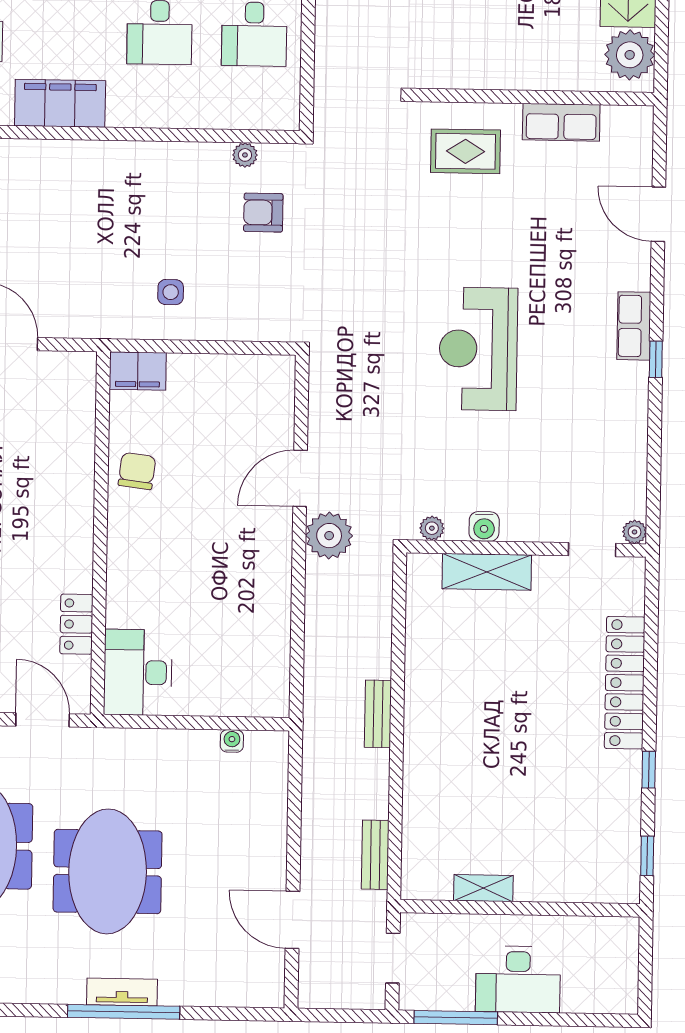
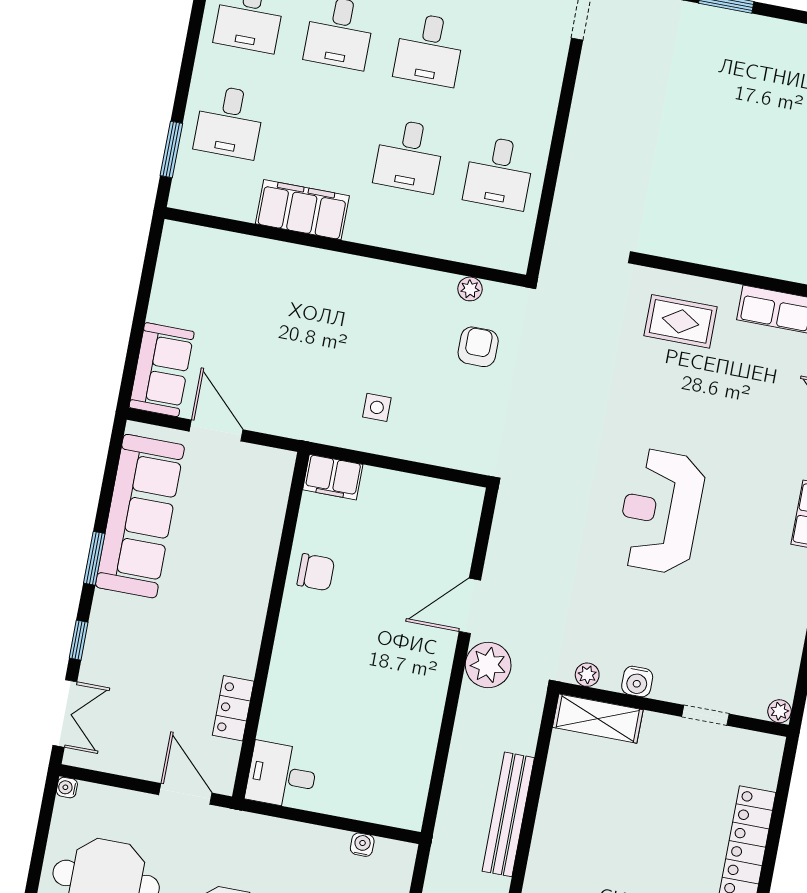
armchair: (263, 213) -> (478, 347), turned 90
chair: (137, 471) -> (316, 572), turned 83
doorway: (592, 550) -> (705, 715), moved
shelving: (487, 572) -> (598, 719), moved
desk: (138, 672) -> (282, 775), width x0.73
bench: (378, 714) -> (508, 814), width x1.86, depth x1.21

